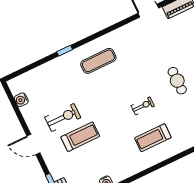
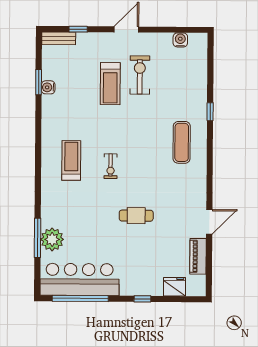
cafe table: (177, 81) -> (136, 216), moved
exercise bike: (63, 117) -> (140, 75), turned 180

